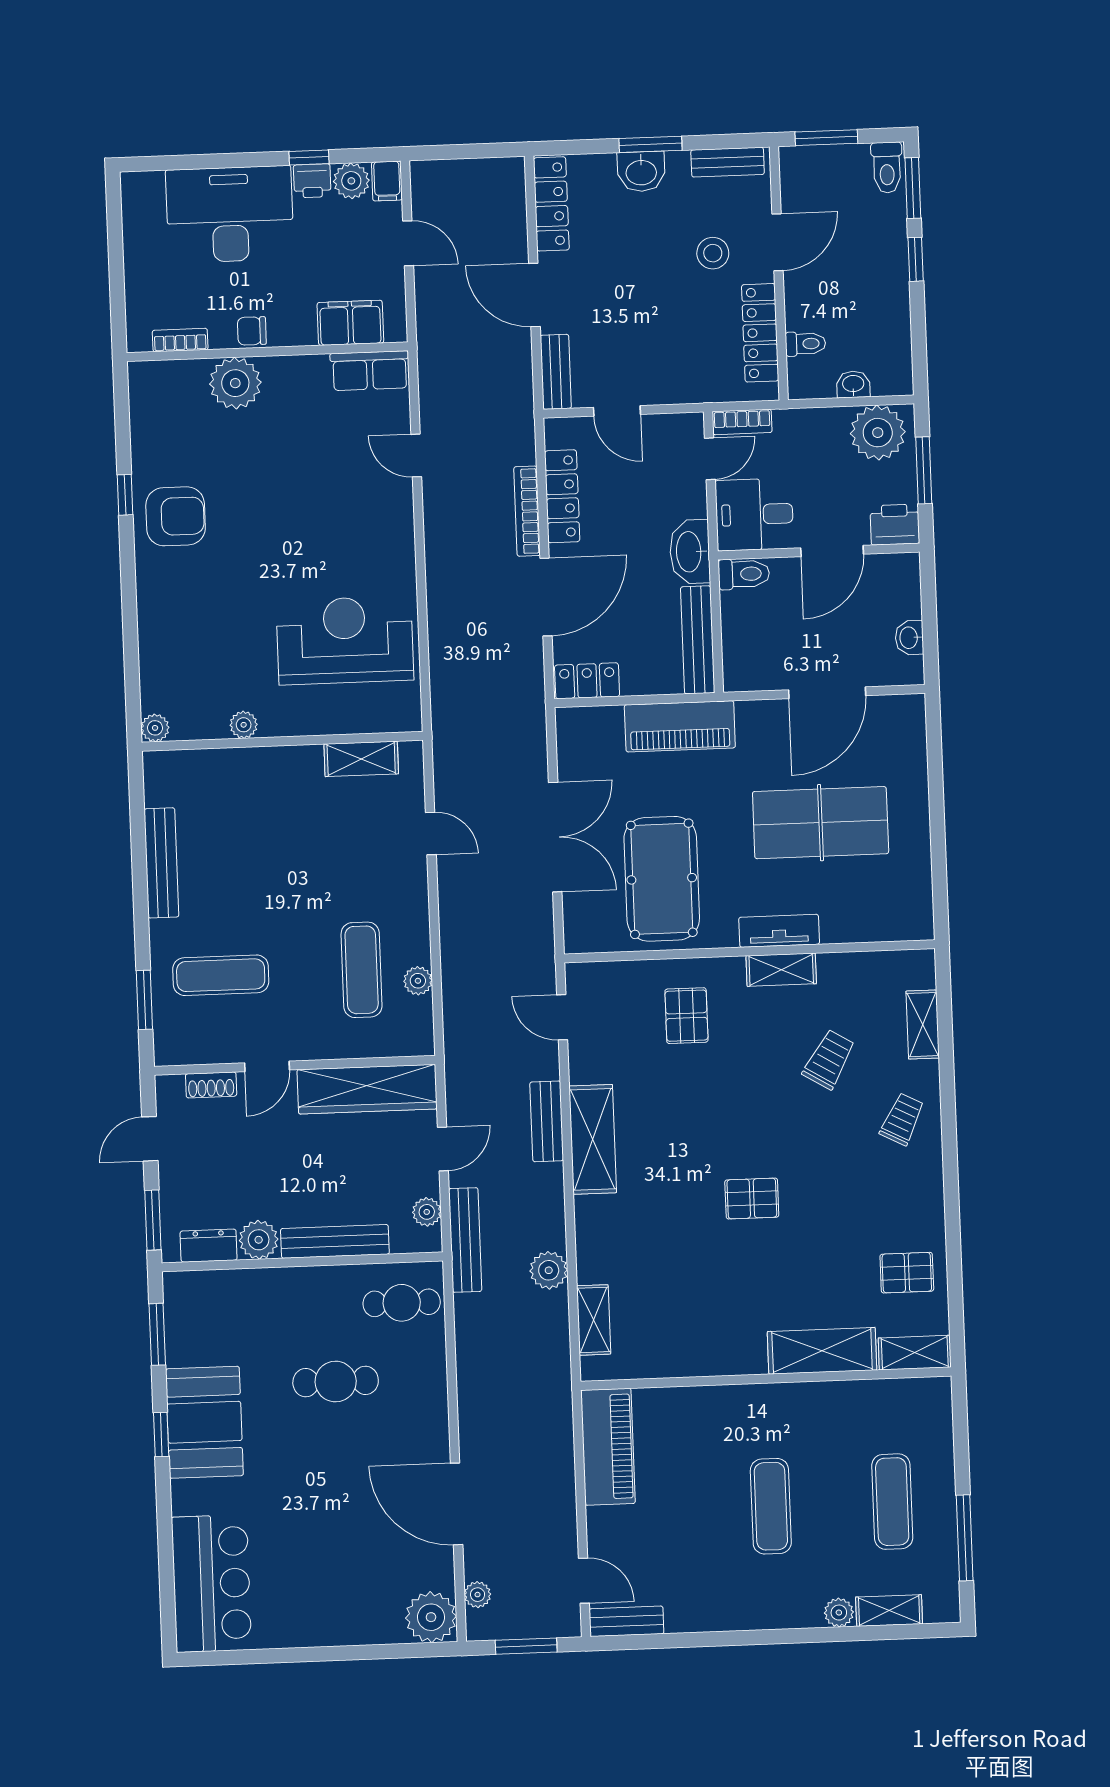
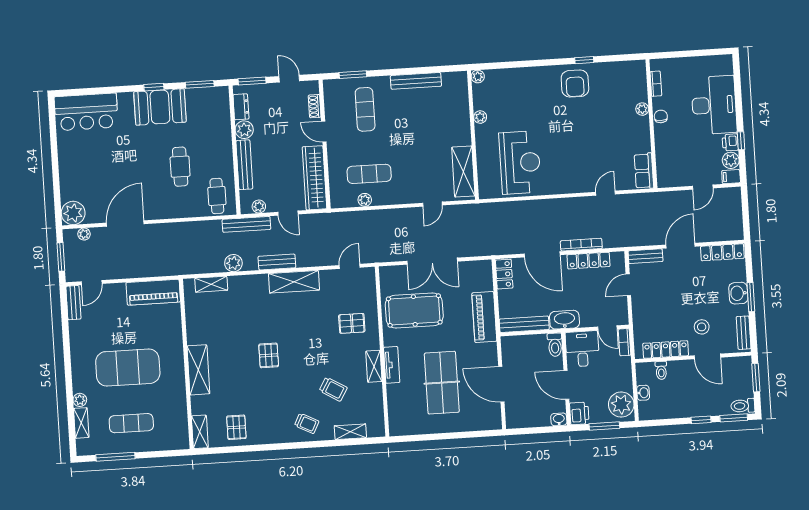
filing cabinet: (350, 323) -> (666, 162), removed
plant: (235, 383) -> (642, 109), width x0.53, depth x0.53
washbasin: (909, 638) -> (559, 419), moved
shelving: (361, 759) -> (463, 172), width x1.50, depth x1.33
bench: (547, 1121) -> (277, 262), moved
shelving: (822, 1351) -> (198, 370), moved
exercise mat: (771, 1506) -> (128, 368), width x2.00, depth x1.45

